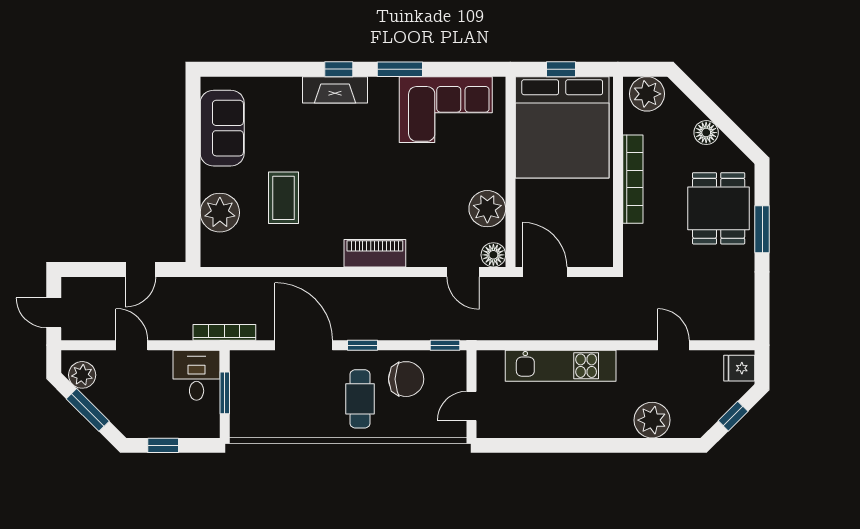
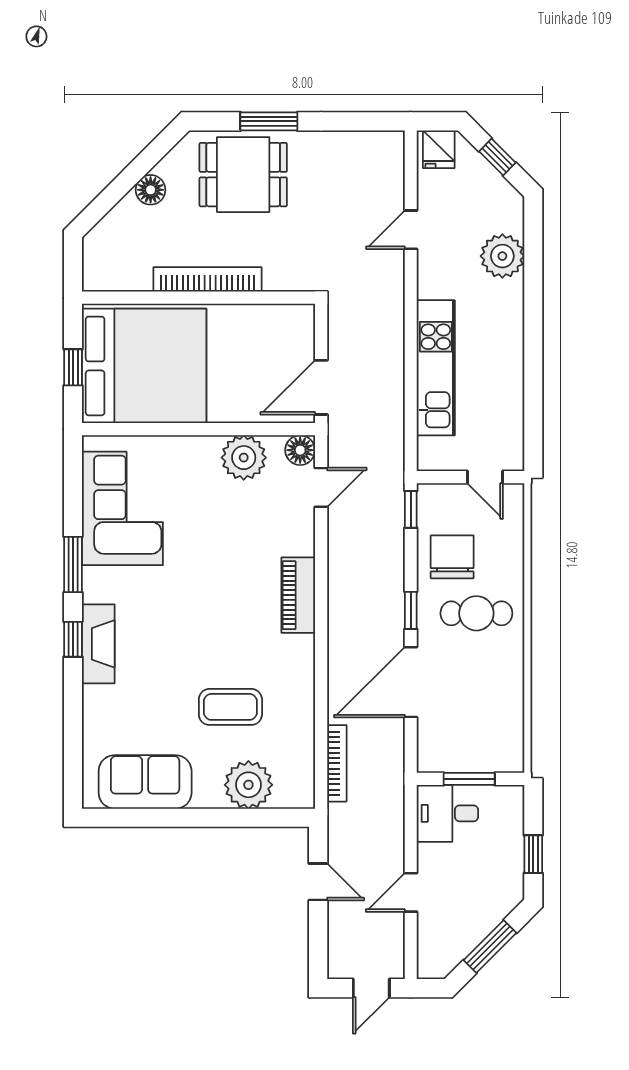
plant: (647, 94) -> (103, 262), removed
bookcase: (224, 332) -> (337, 763), moved, turned 180
plant: (82, 375) -> (447, 953), removed

